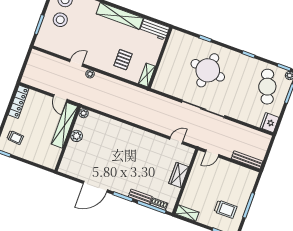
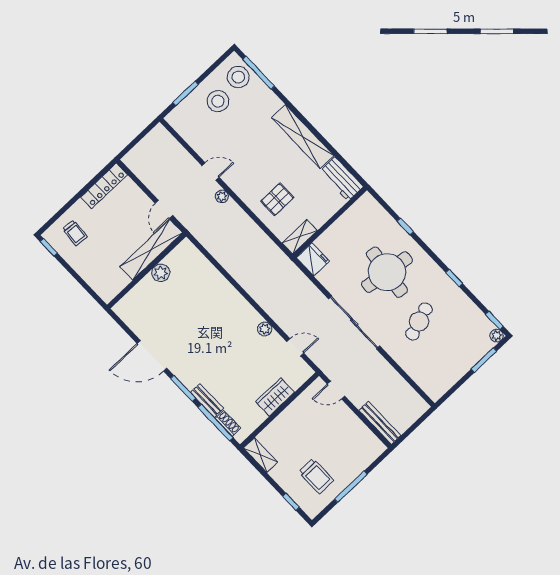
cafe table: (267, 87) -> (419, 321), moved, width x0.73, depth x0.74
plant: (84, 113) -> (265, 329), moved
fridge: (270, 123) -> (313, 259), moved, turned 90

